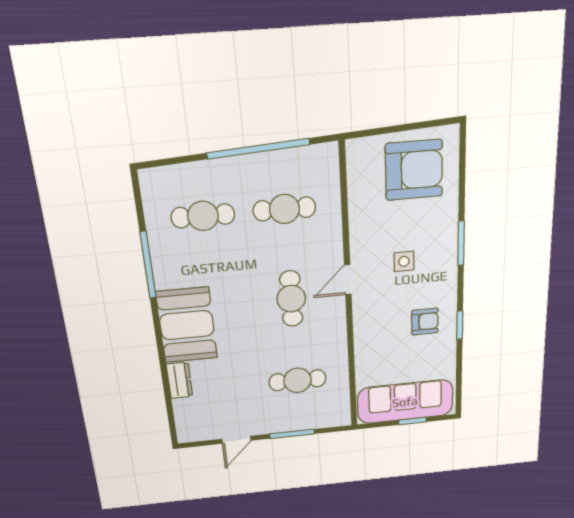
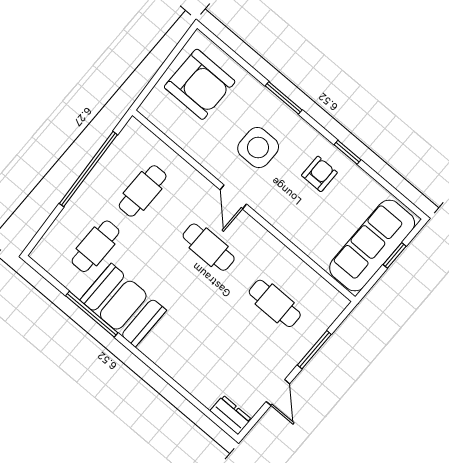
armchair: (414, 170) -> (200, 84), turned 90
side table: (404, 261) -> (258, 148), width x1.87, depth x1.87
booth: (187, 325) -> (123, 305), moved
dresser: (180, 380) -> (231, 415), moved
cafe table: (298, 380) -> (275, 303), turned 90

